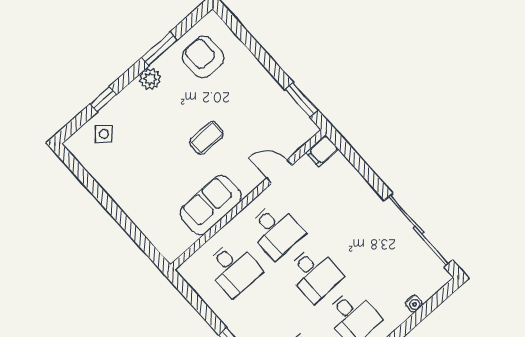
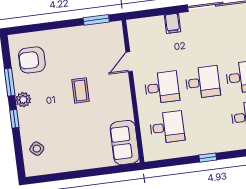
window: (103, 99) -> (14, 119), moved
filing cabinet: (322, 151) -> (172, 23), moved
sofa: (211, 205) -> (125, 143), moved

